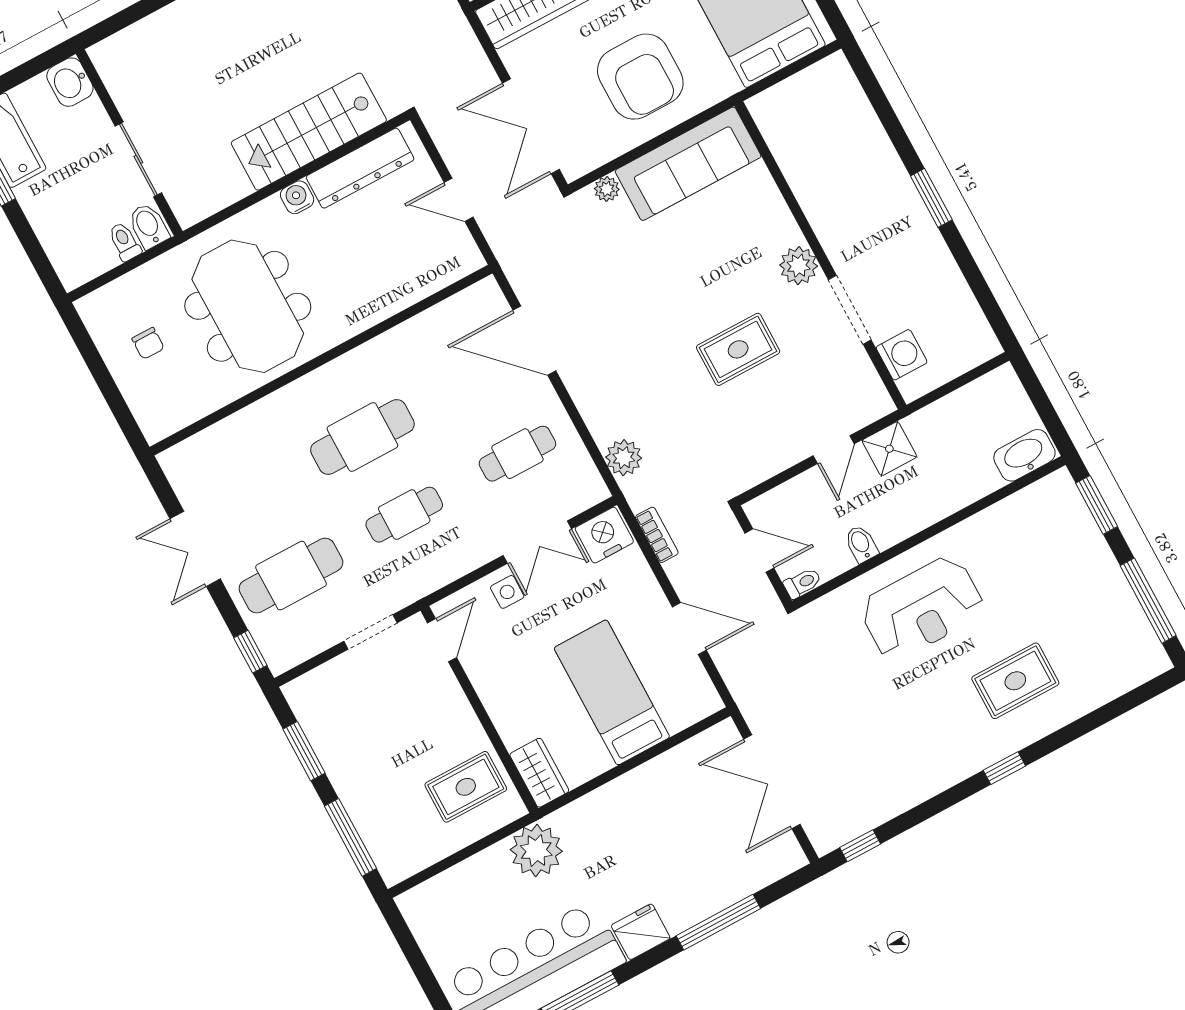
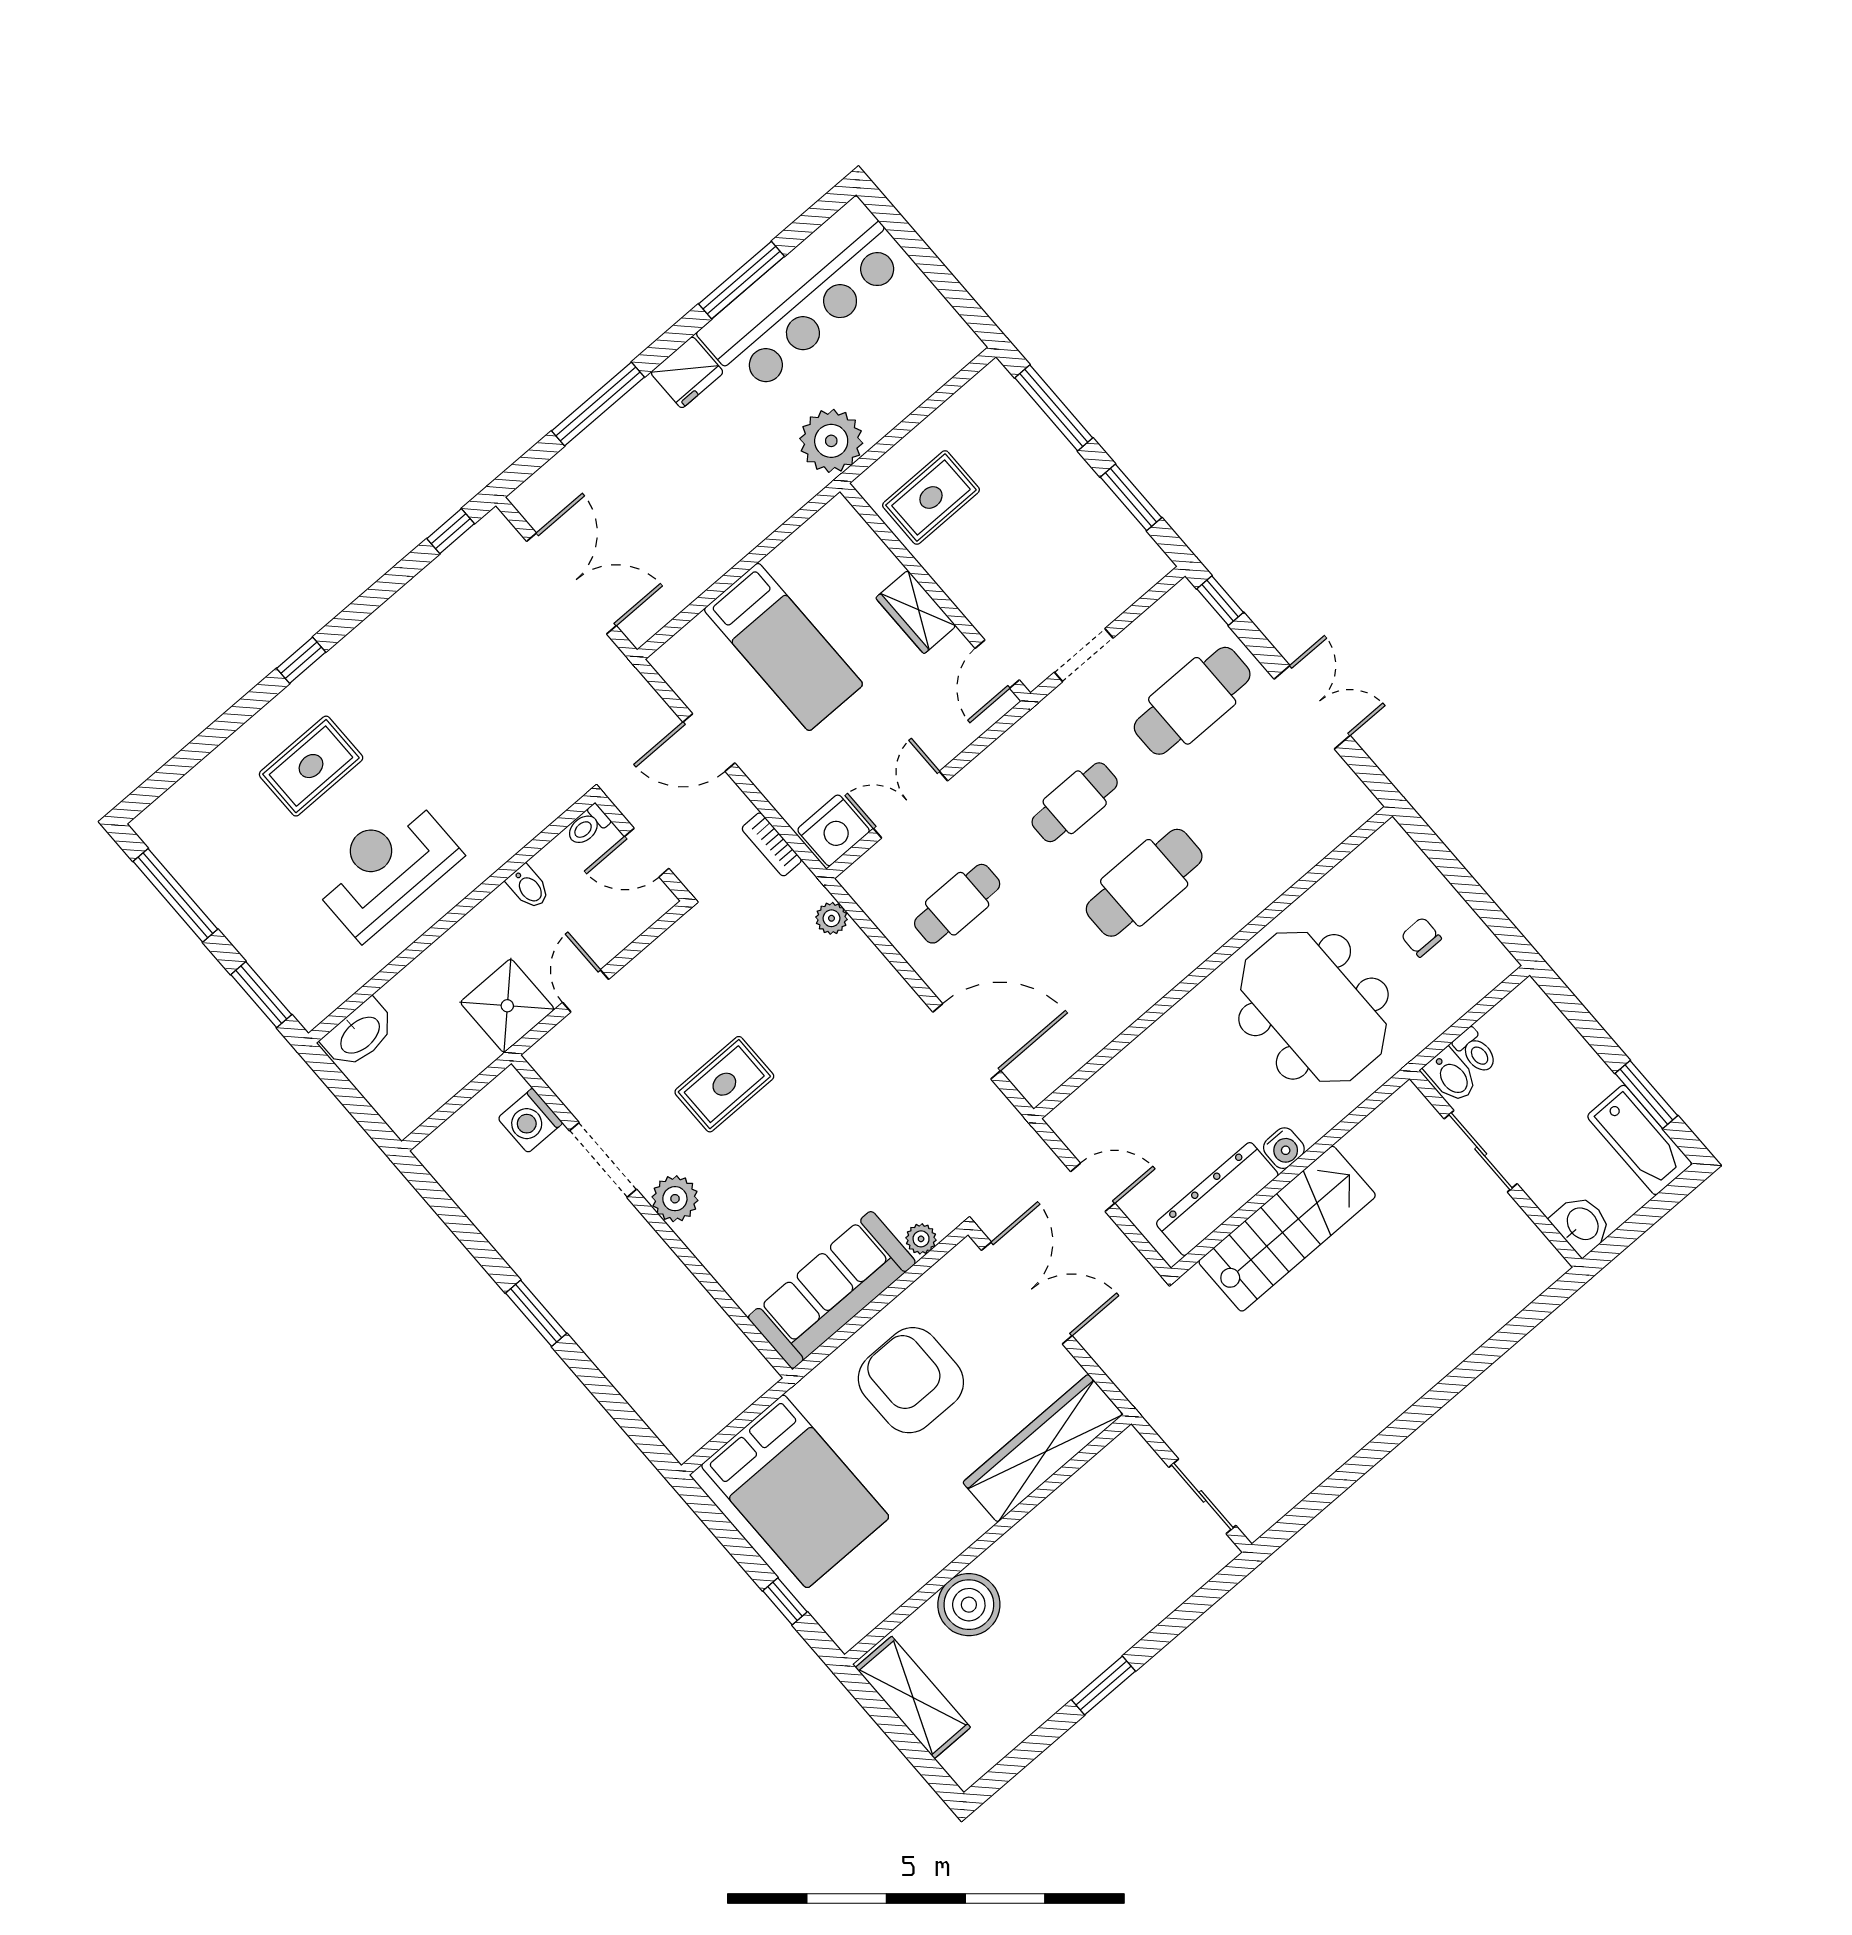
shower: (889, 449) -> (507, 1006), width x1.36, depth x1.36
plant: (624, 458) -> (831, 918), width x0.73, depth x0.73
side table: (507, 592) -> (933, 738), removed
reception desk: (922, 608) -> (386, 868), moved
wardrobe: (539, 773) -> (916, 612), moved

